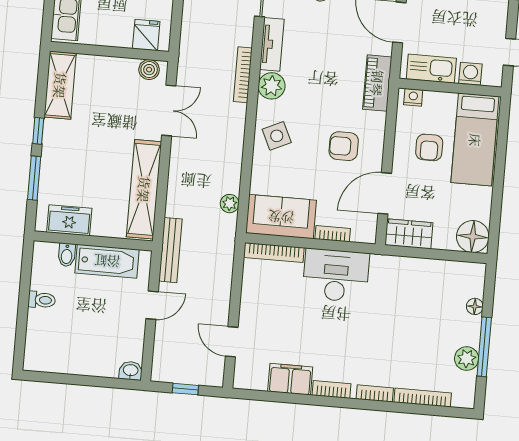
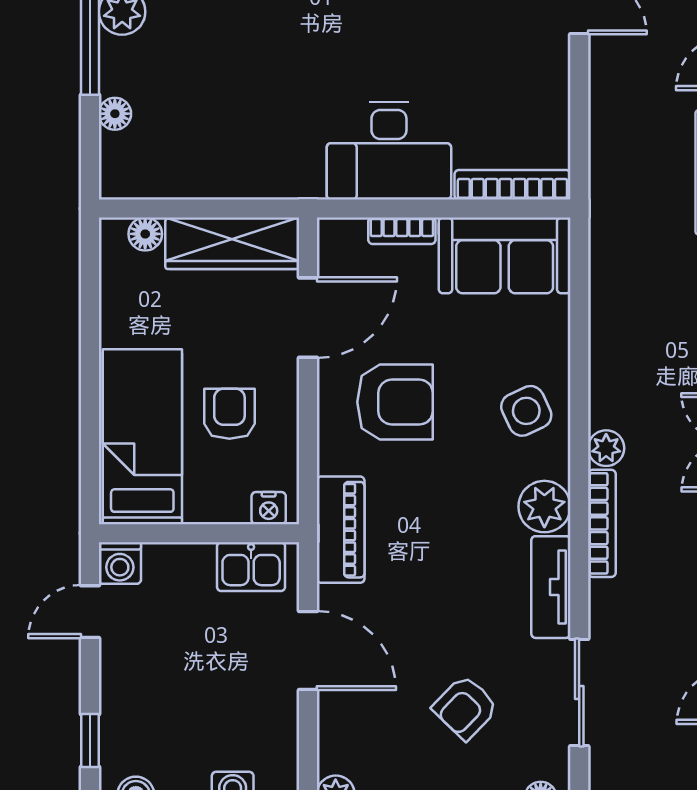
kitchen sink: (431, 69) -> (251, 567), width x0.73
washing machine: (470, 74) -> (120, 563), moved
armchair: (344, 146) -> (395, 402), width x1.38, depth x1.38
plant: (230, 204) -> (606, 448), moved
wardrobe: (409, 234) -> (232, 243), width x1.50
floor lamp: (473, 237) -> (145, 234), width x0.53, depth x0.53

